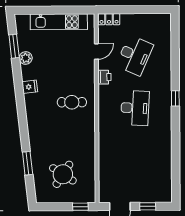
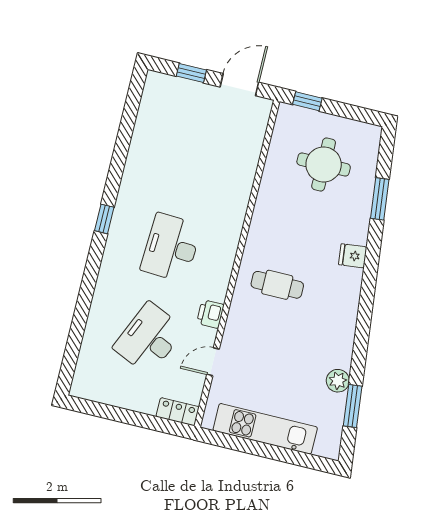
fridge: (30, 87) -> (353, 256), moved
window: (175, 98) -> (104, 219), moved
round table: (63, 174) -> (324, 164), turned -33

